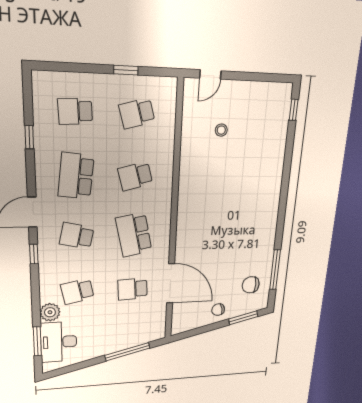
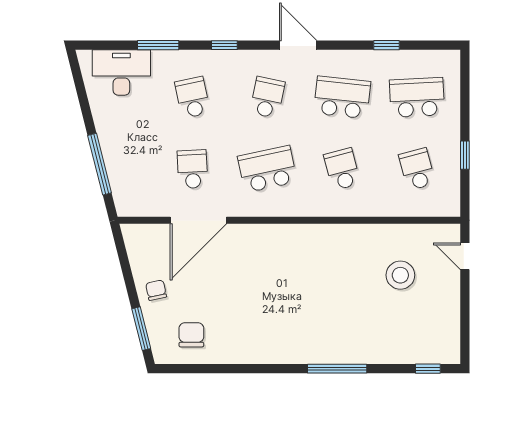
school desk: (75, 111) -> (417, 97), width x1.85
stool: (221, 130) -> (400, 275), width x1.89, depth x1.89
window: (34, 254) -> (224, 45), moved
window: (275, 270) -> (337, 369), moved
plant: (50, 312) -> (165, 62), removed
window: (37, 341) -> (158, 45), moved

